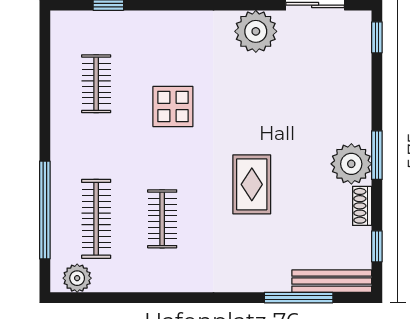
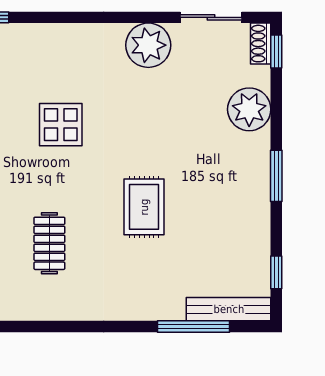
plant: (351, 164) -> (249, 109), moved
shoe rack: (362, 206) -> (261, 44), moved

